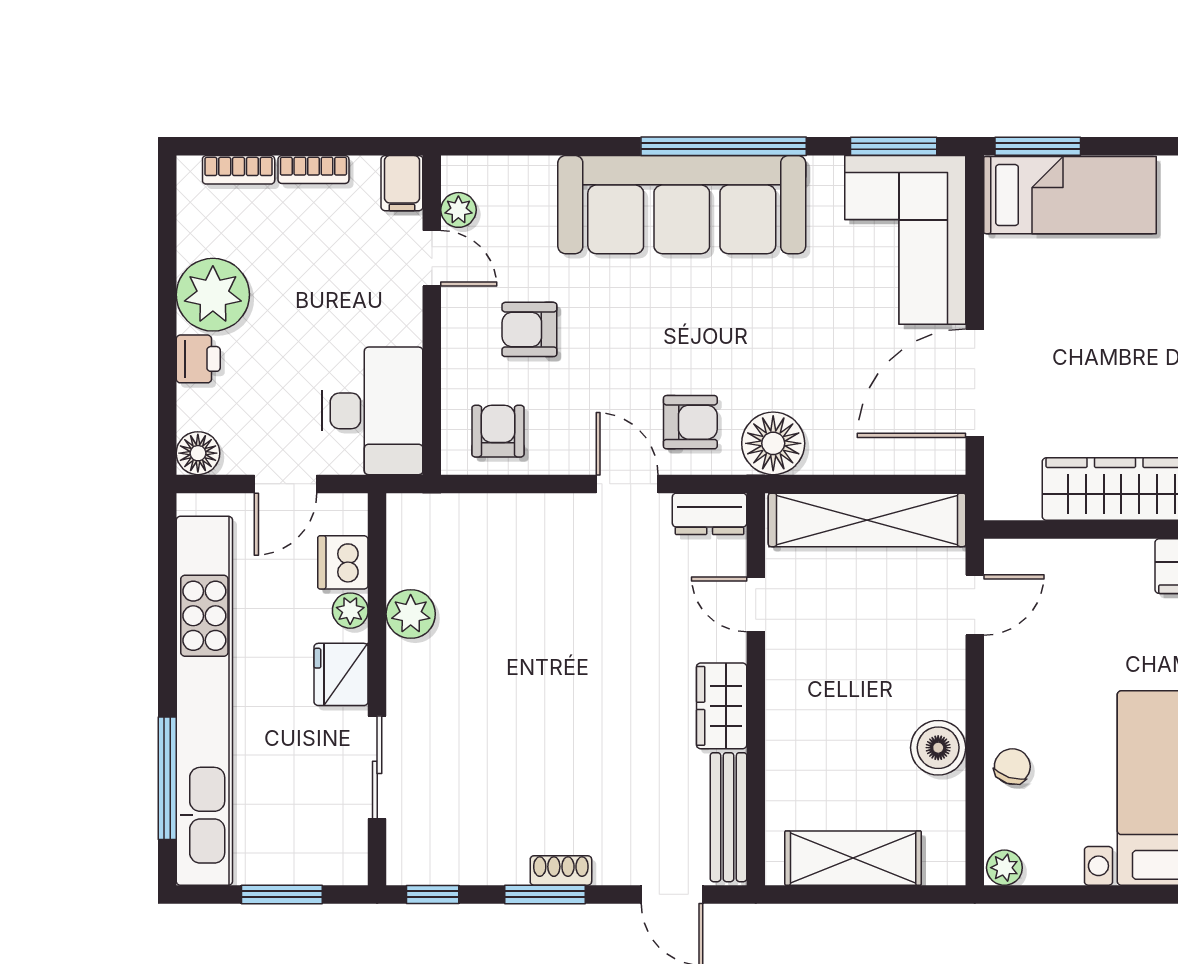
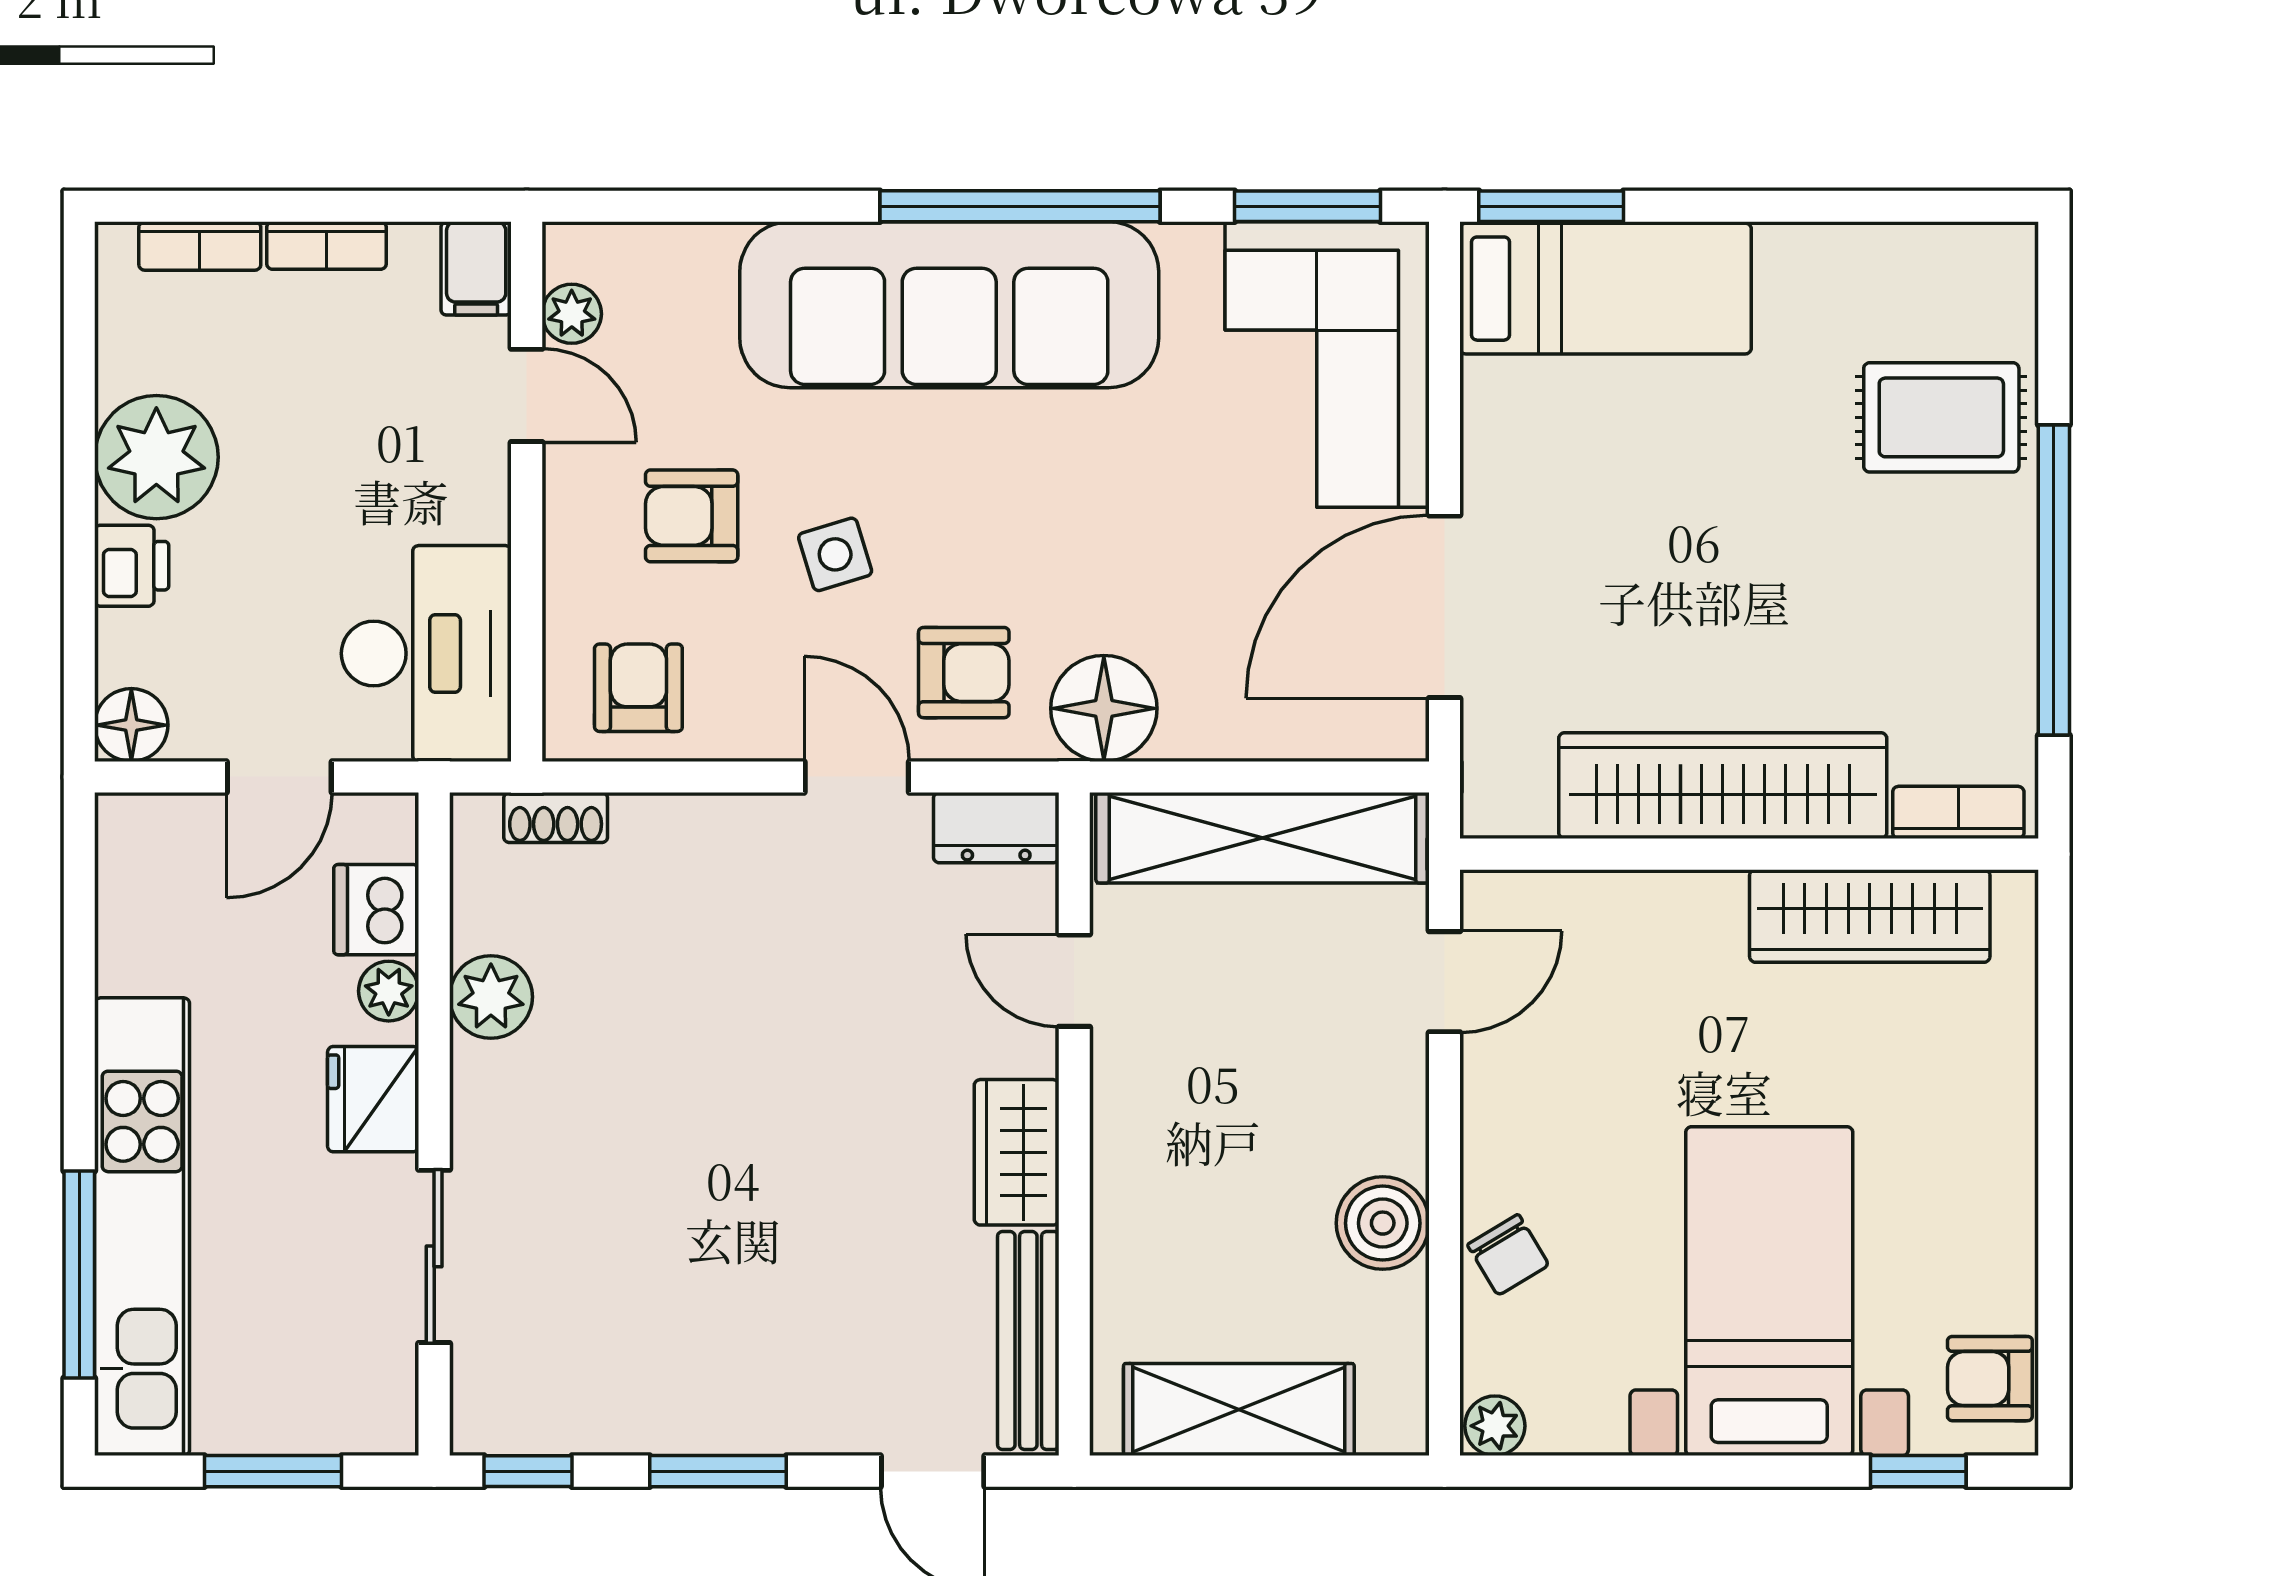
side table: (614, 352) -> (835, 554), added
kitchen unit: (204, 701) -> (142, 1227), width x0.73
chair: (1012, 767) -> (1508, 1255), turned 131
shoe rack: (561, 870) -> (556, 818), moved, turned 180

